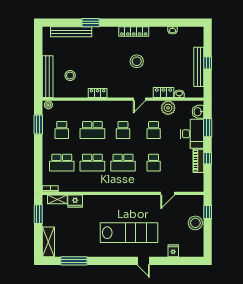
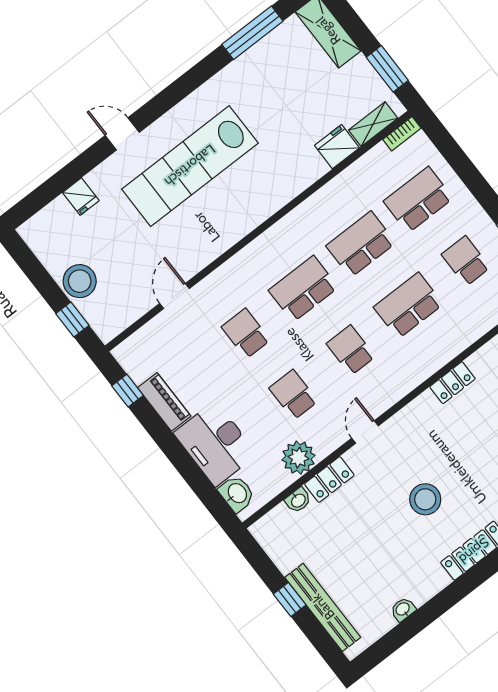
bench: (199, 67) -> (323, 607), moved
window: (208, 128) -> (195, 478), removed
window: (208, 158) -> (128, 391), moved

